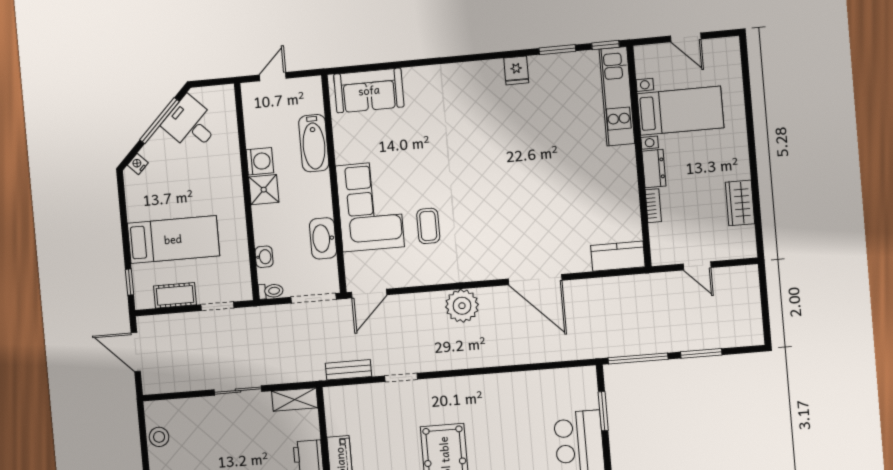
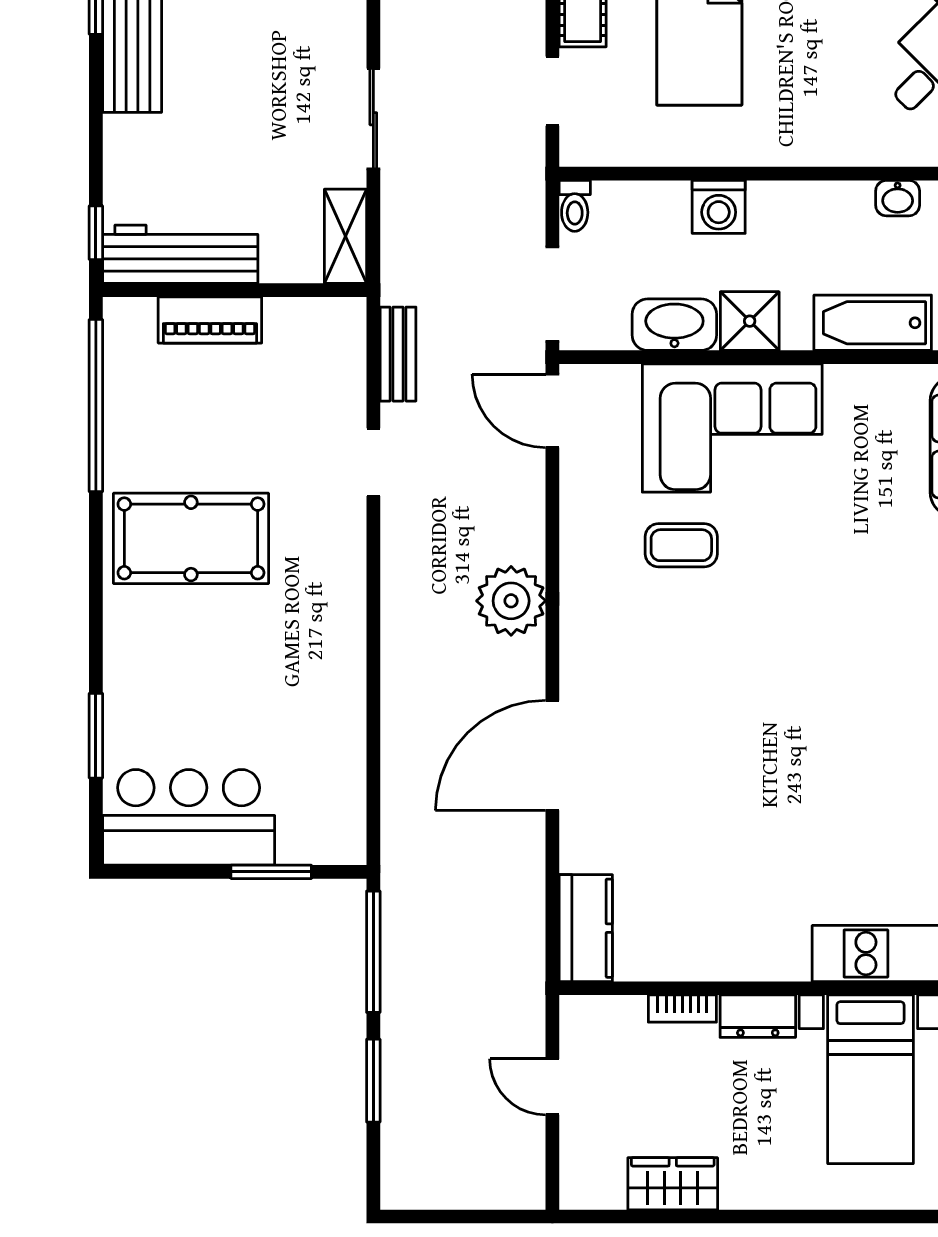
washing machine: (260, 161) -> (719, 207), moved
shower: (264, 190) -> (750, 321), moved
washbasin: (264, 257) -> (898, 198), moved
door: (697, 266) -> (552, 1087), hinge flipped

